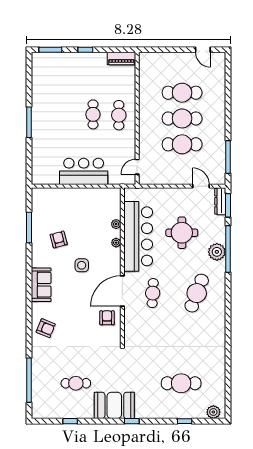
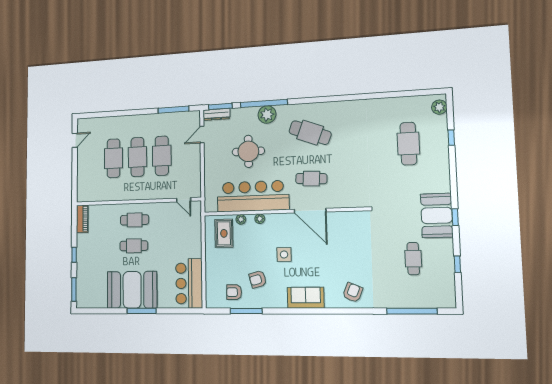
booth: (50, 112) -> (132, 290), added
bar counter: (84, 171) -> (189, 283), moved
rug: (103, 207) -> (224, 233), added
armchair: (107, 318) -> (234, 292), moved
window: (132, 421) -> (455, 217), moved

